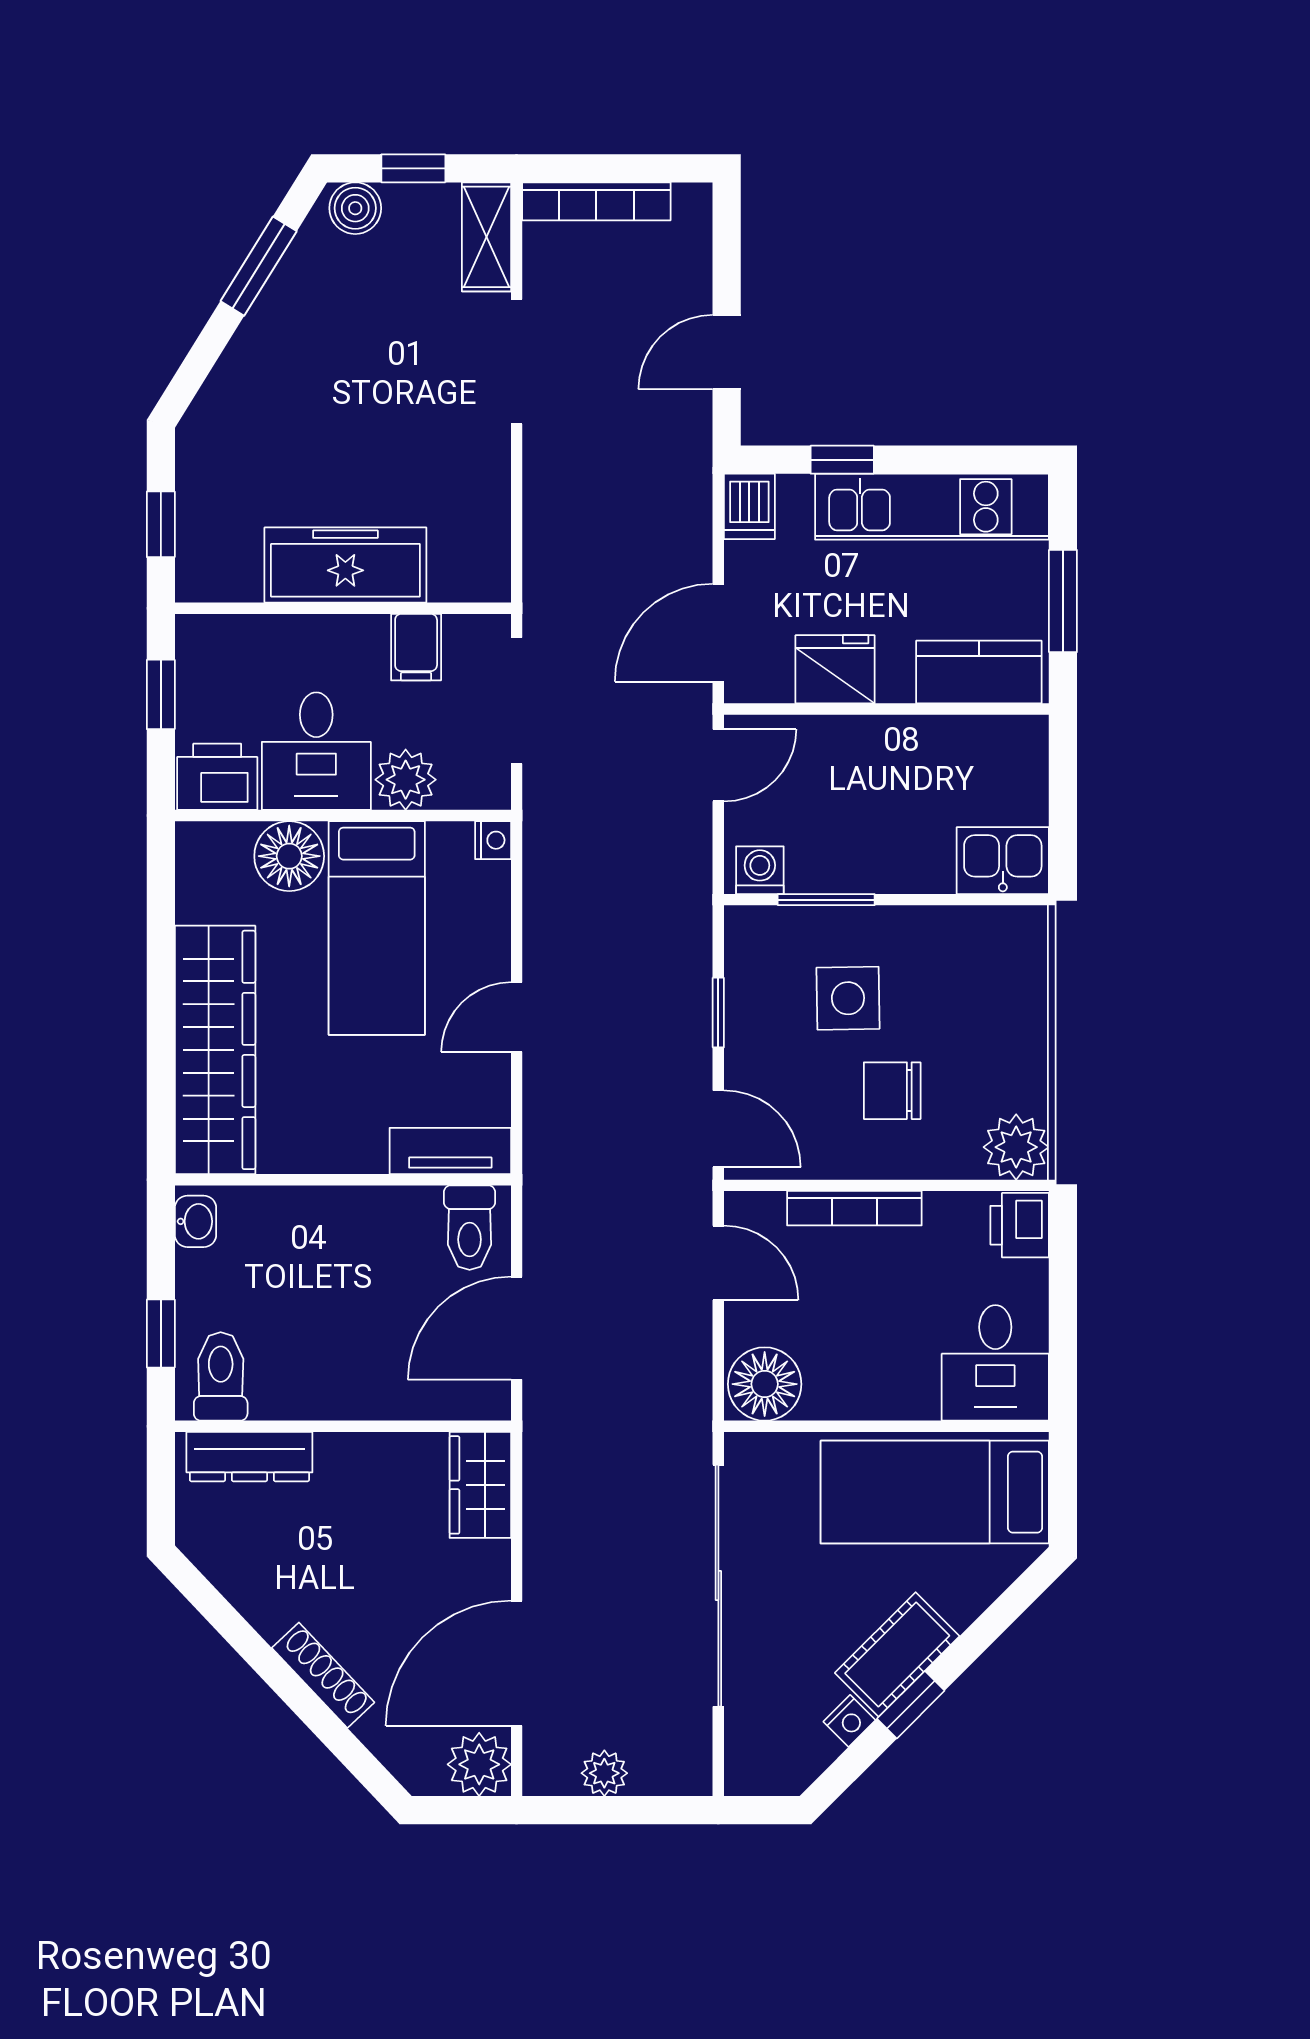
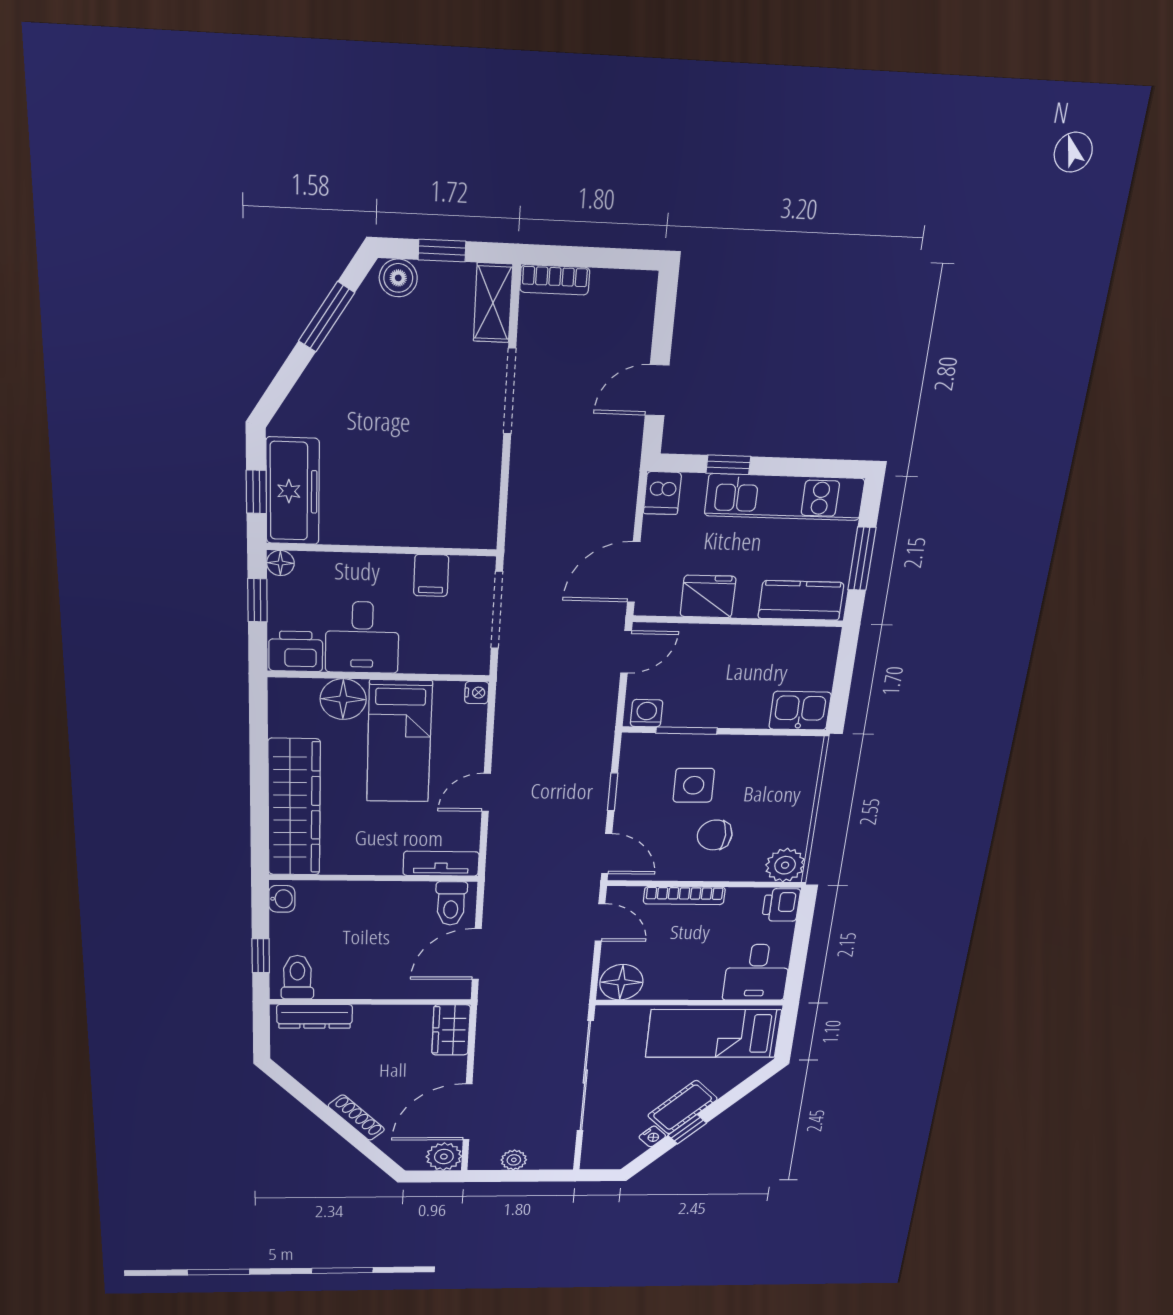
bookcase: (596, 201) -> (555, 280), width x0.64
freezer: (345, 565) -> (293, 491), moved, turned 90
floor lamp: (195, 634) -> (280, 563), added
plant: (406, 780) -> (421, 656), removed

